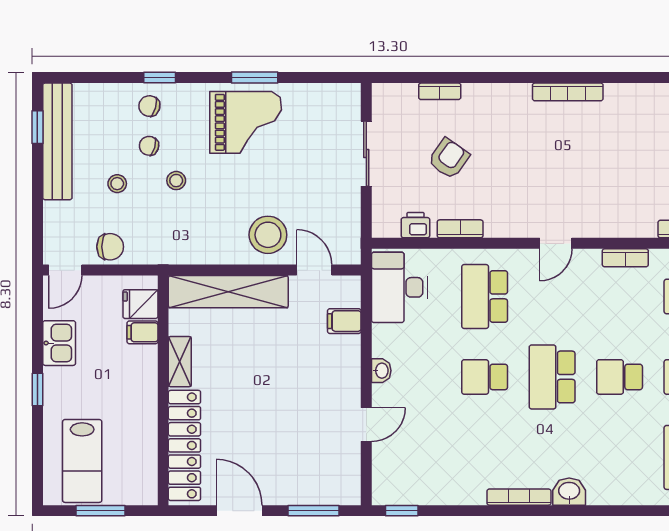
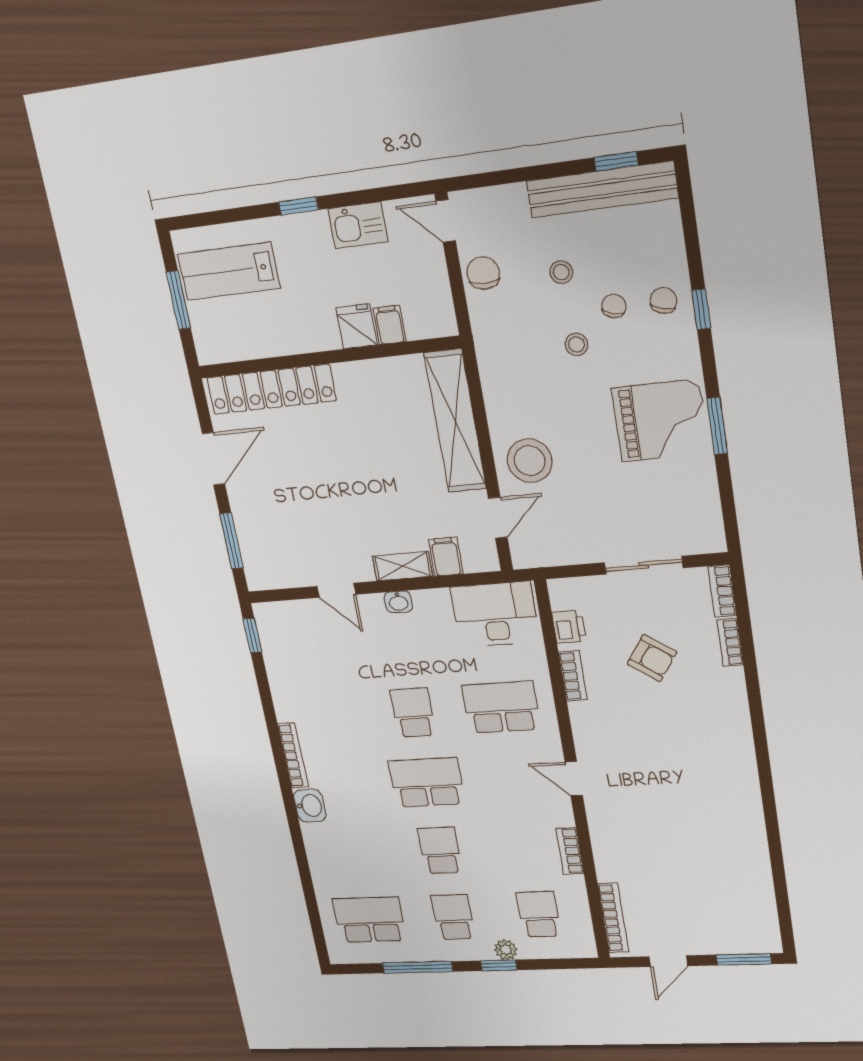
bookcase: (568, 92) -> (722, 591), moved, width x0.64
grand piano: (246, 122) -> (660, 421), turned -90
chair: (110, 247) -> (483, 273), turned 180
fridge: (140, 304) -> (357, 326), moved
shelving: (180, 362) -> (402, 566), moved

